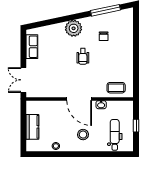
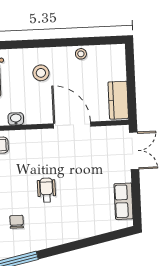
plant: (74, 28) -> (62, 232), removed
door: (79, 99) -> (72, 125), moved
kitchen counter: (32, 127) -> (118, 100), moved

